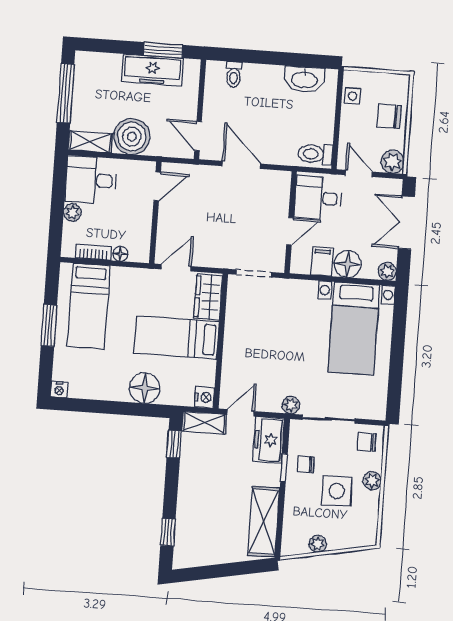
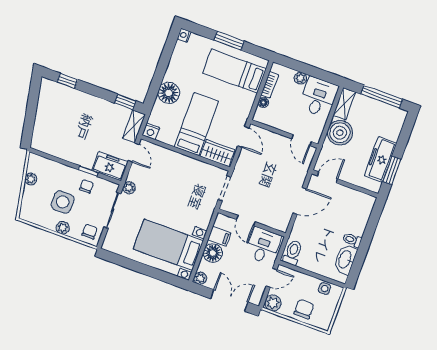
toilet: (234, 74) -> (352, 240), moved
shelving: (264, 522) -> (56, 147), removed

